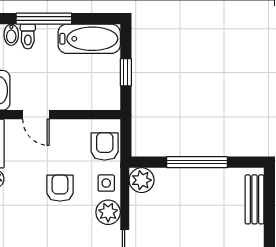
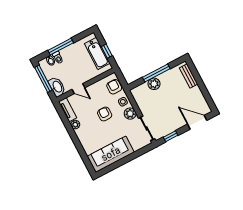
bathtub: (89, 39) -> (97, 53), moved, turned 90
plant: (142, 180) -> (154, 84), moved

